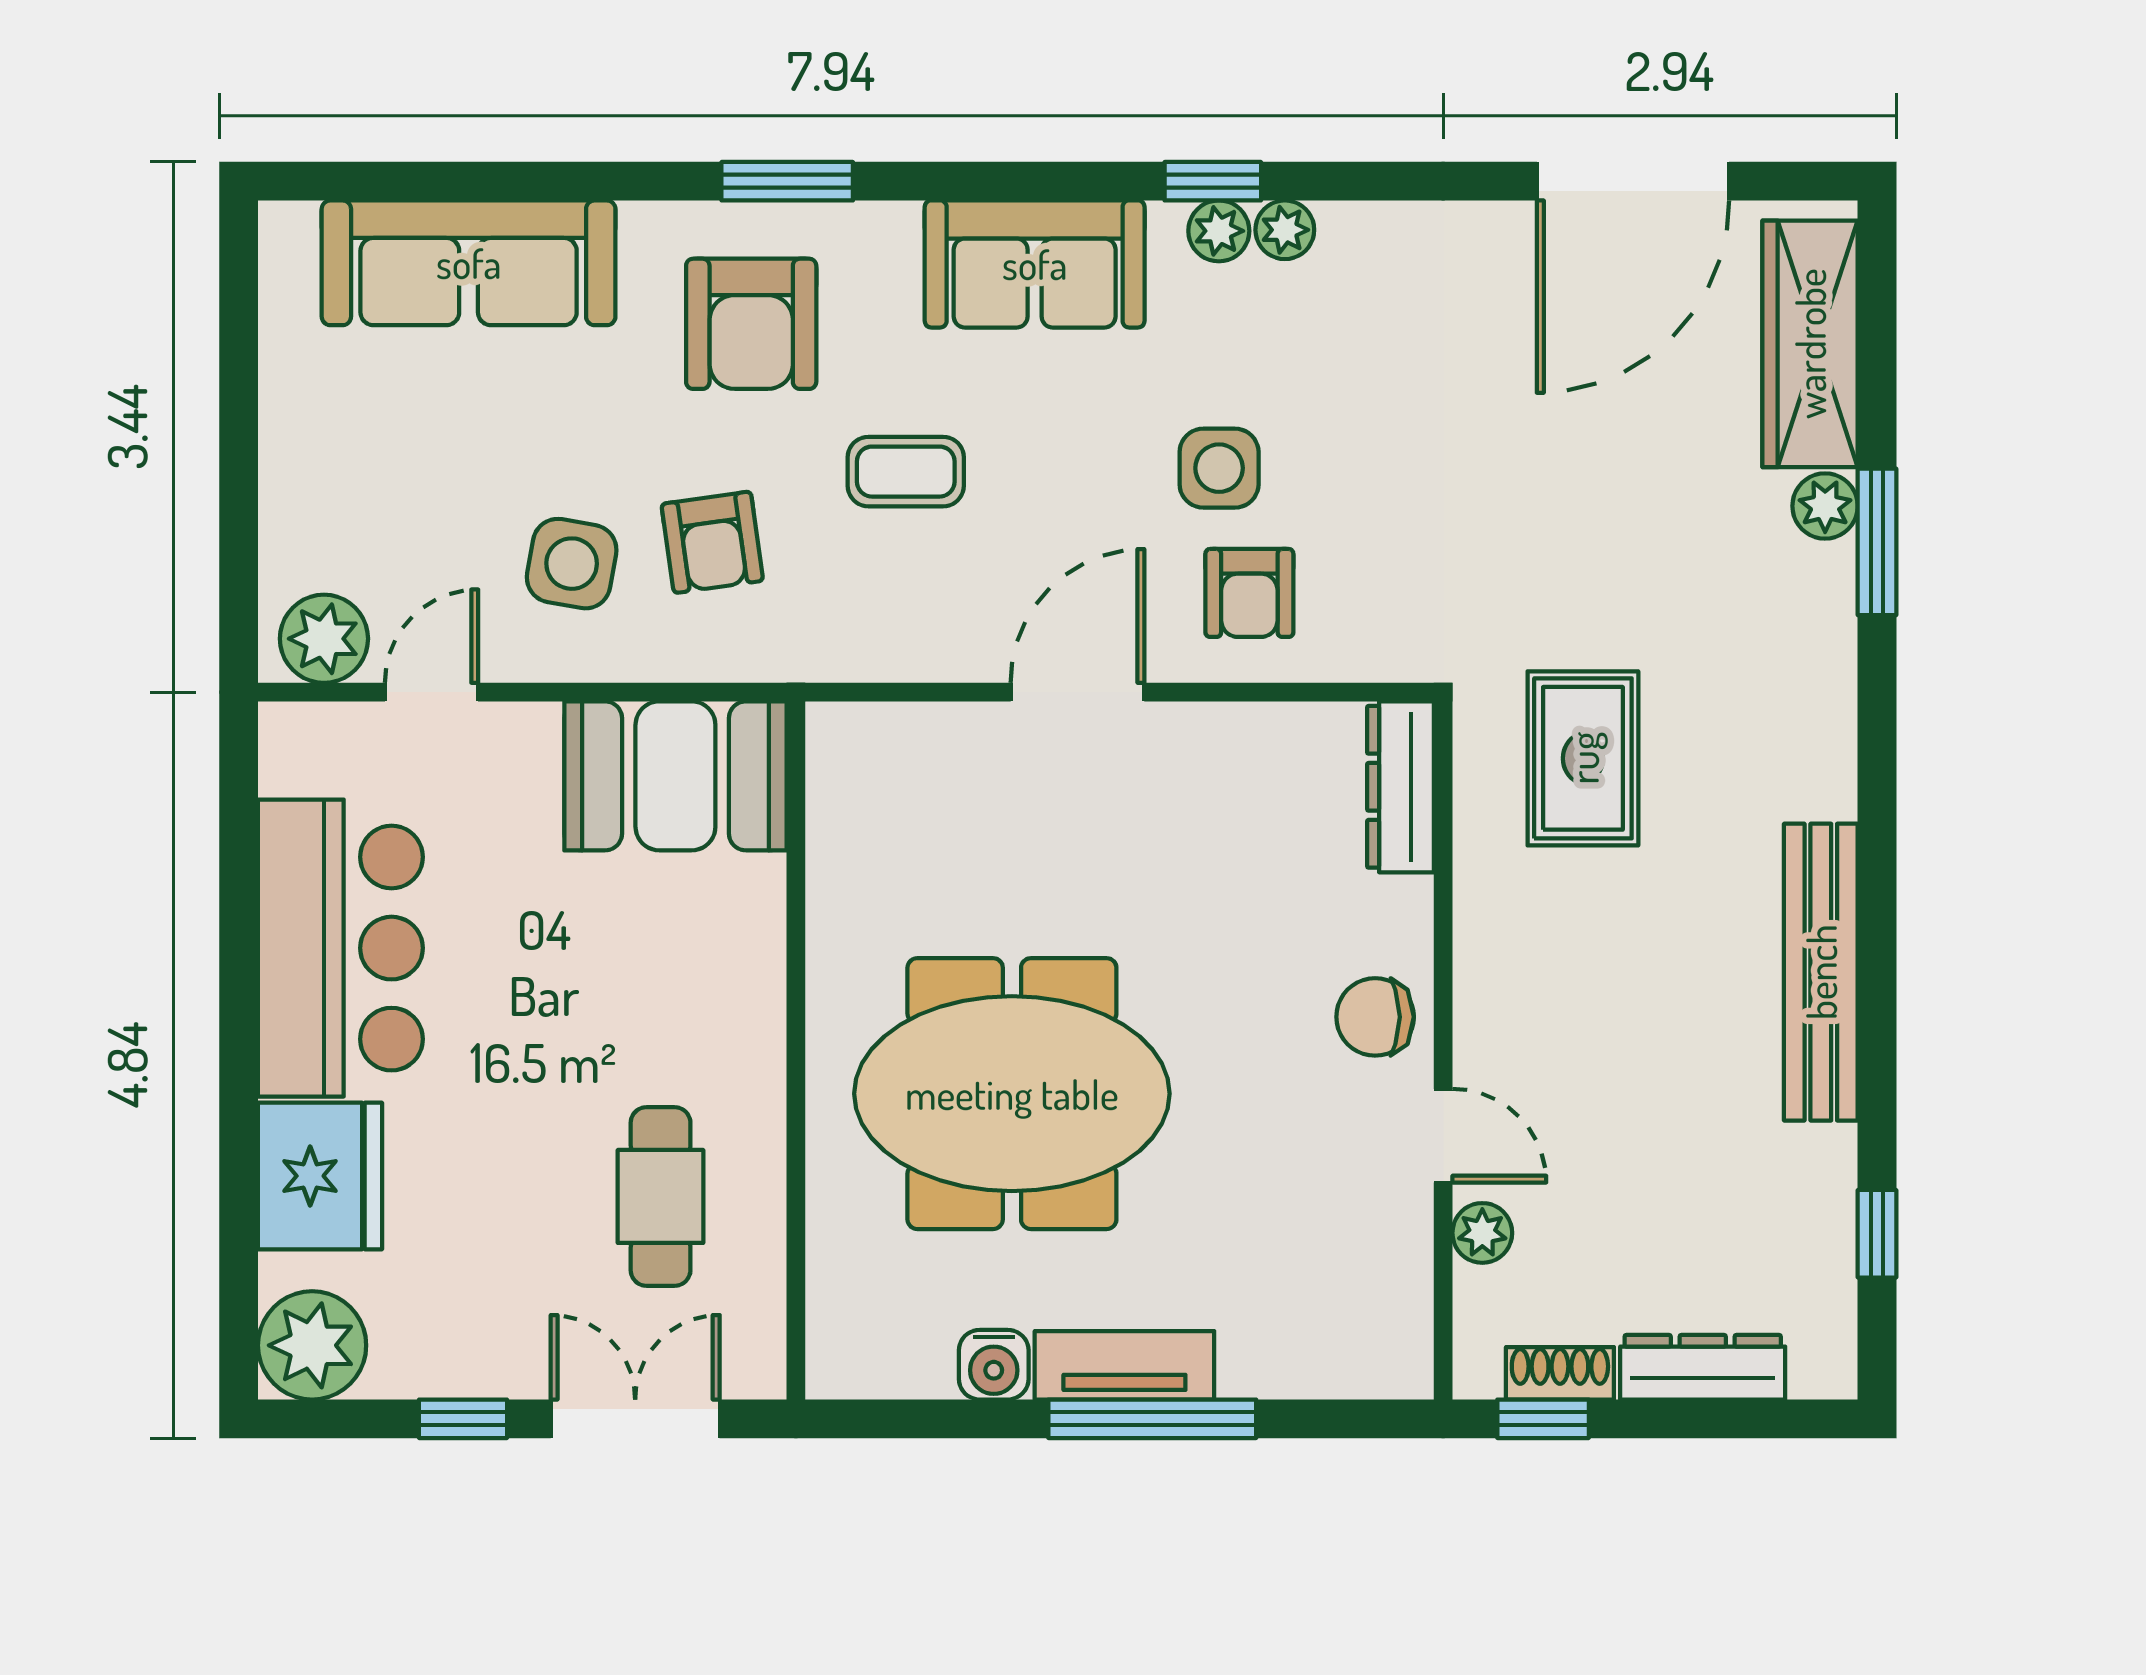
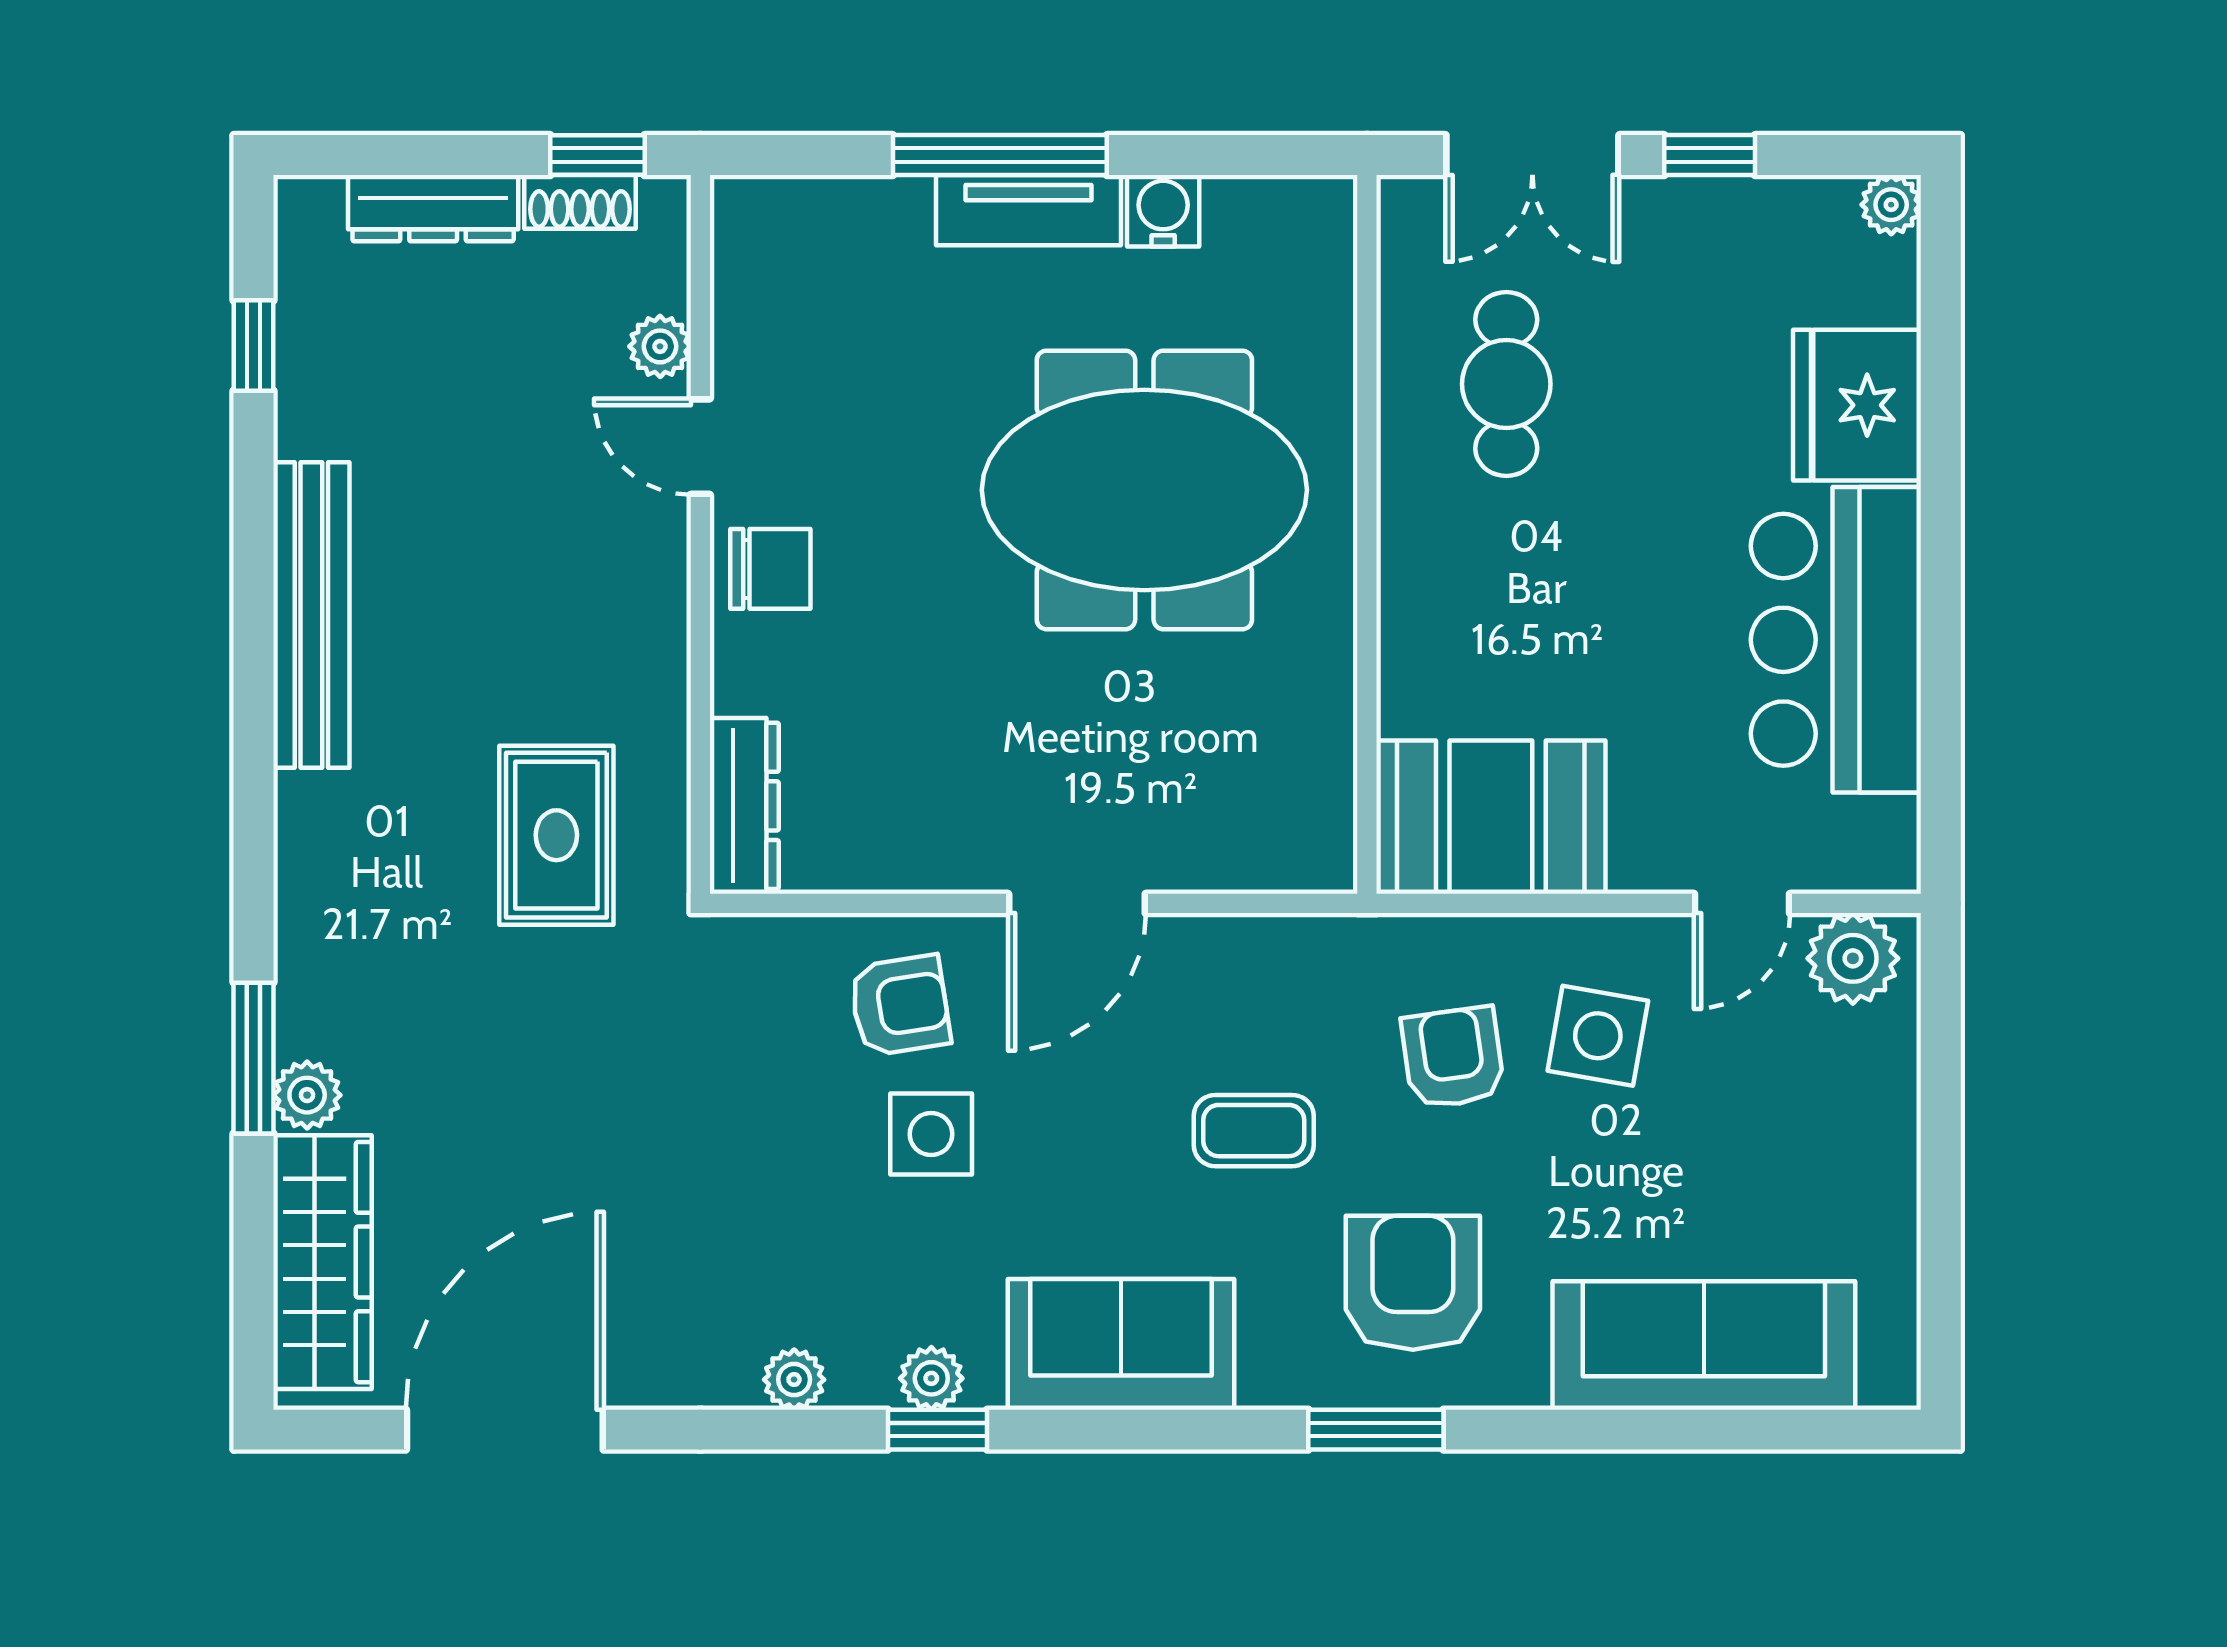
plant: (1285, 230) -> (794, 1380), moved
armchair: (1249, 593) -> (900, 1005), turned 81
plant: (312, 1345) -> (1891, 205), width x0.53, depth x0.53

